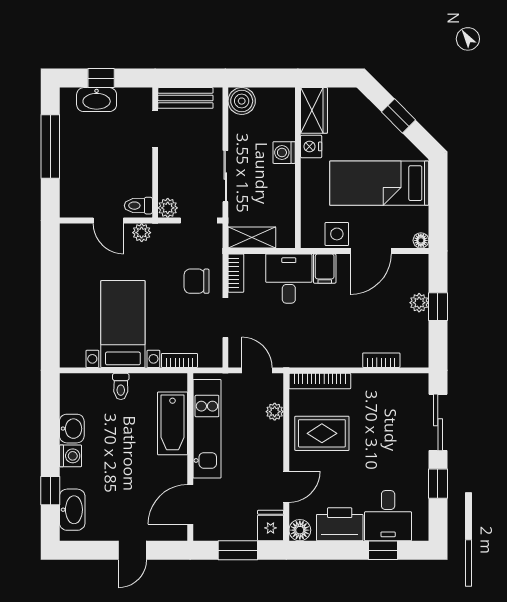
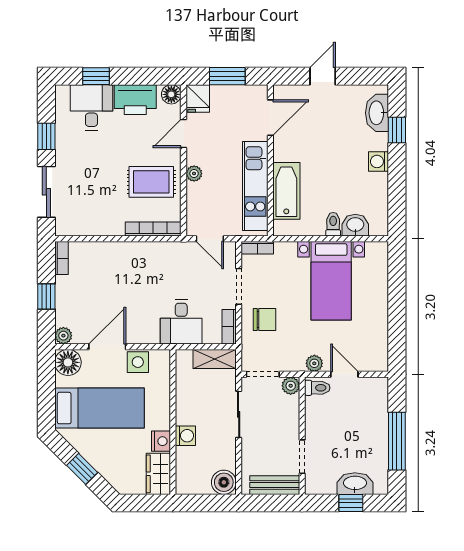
floor lamp: (421, 240) -> (68, 362), width x1.89, depth x1.89
filing cabinet: (325, 269) -> (149, 331), removed
plant: (419, 303) -> (63, 336), moved
bookcase: (179, 360) -> (257, 248), moved
bookcase: (381, 360) -> (61, 258), moved, turned -90
plant: (275, 412) -> (194, 173), moved
washbasin: (72, 429) -> (355, 225), moved, turned 90

